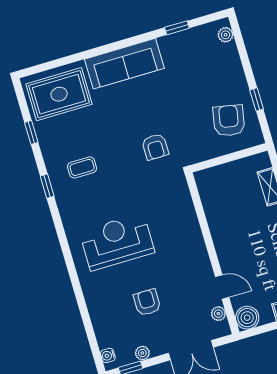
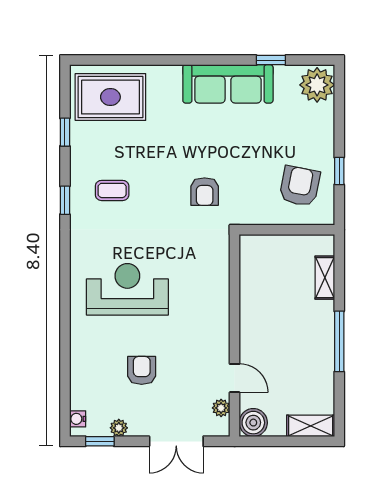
plant: (226, 35) -> (317, 85), width x1.88, depth x1.88
sofa: (124, 64) -> (228, 84), moved

